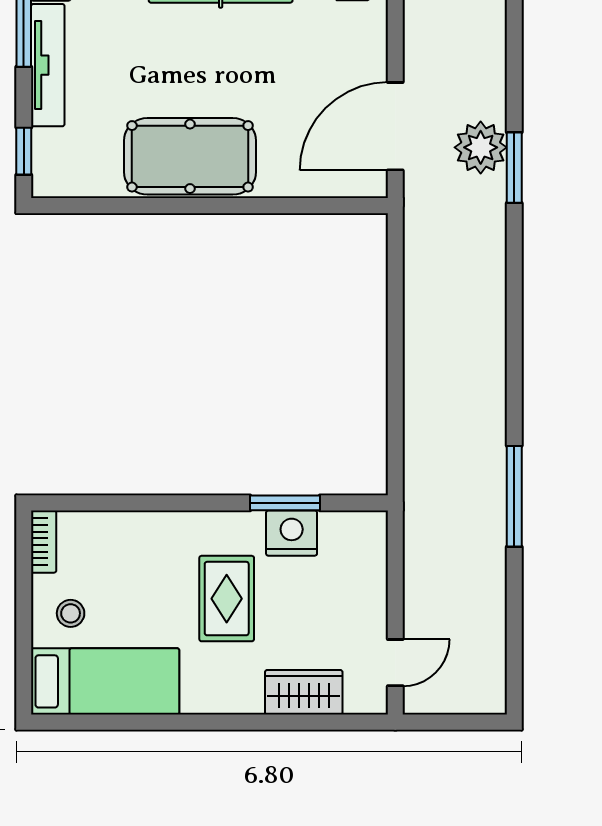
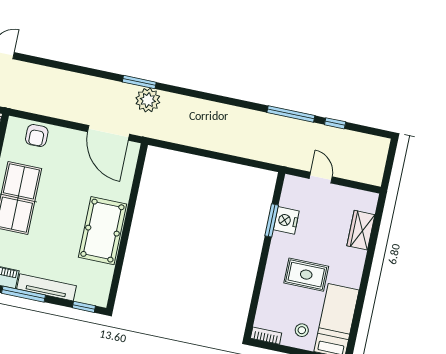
plant: (481, 147) -> (148, 100), moved
window: (514, 592) -> (335, 123), added
rug: (227, 599) -> (306, 275), moved
door: (395, 663) -> (321, 178), moved

